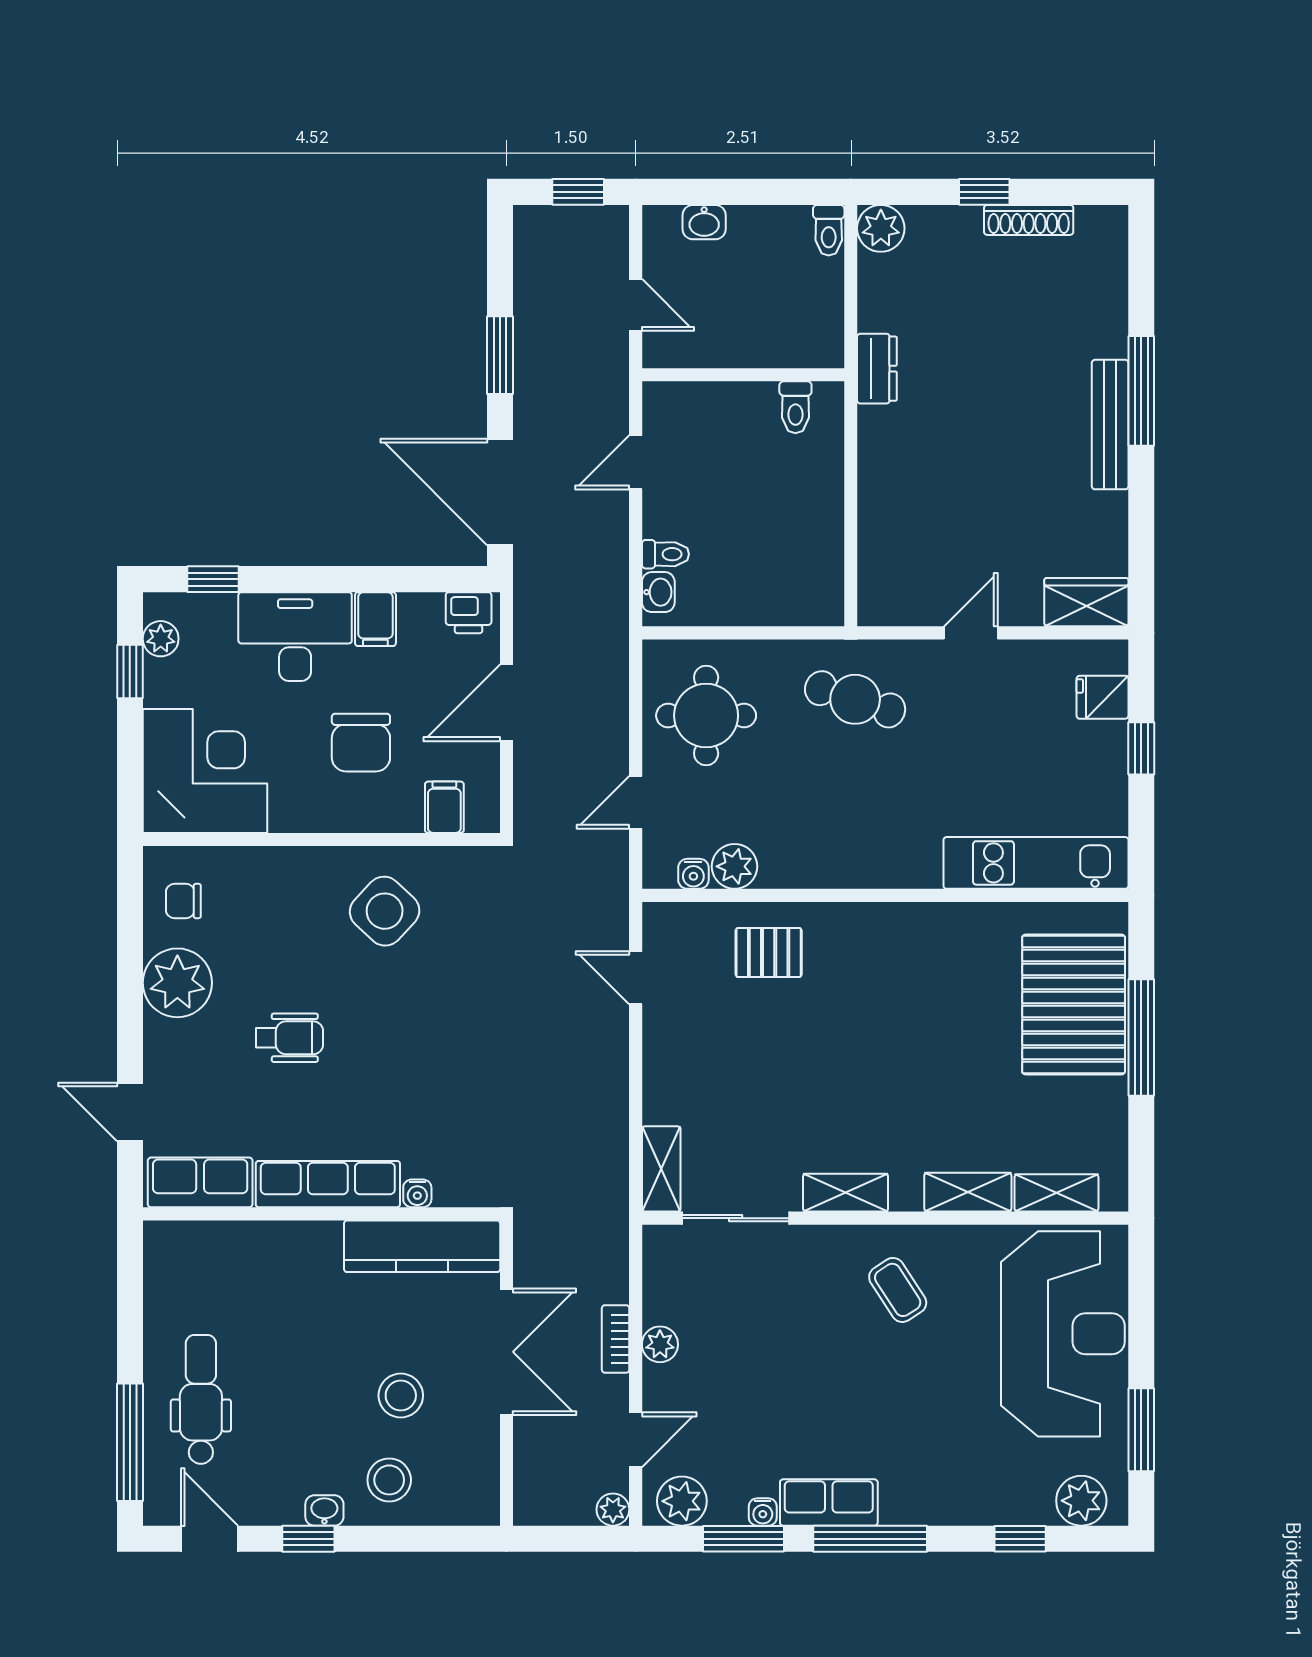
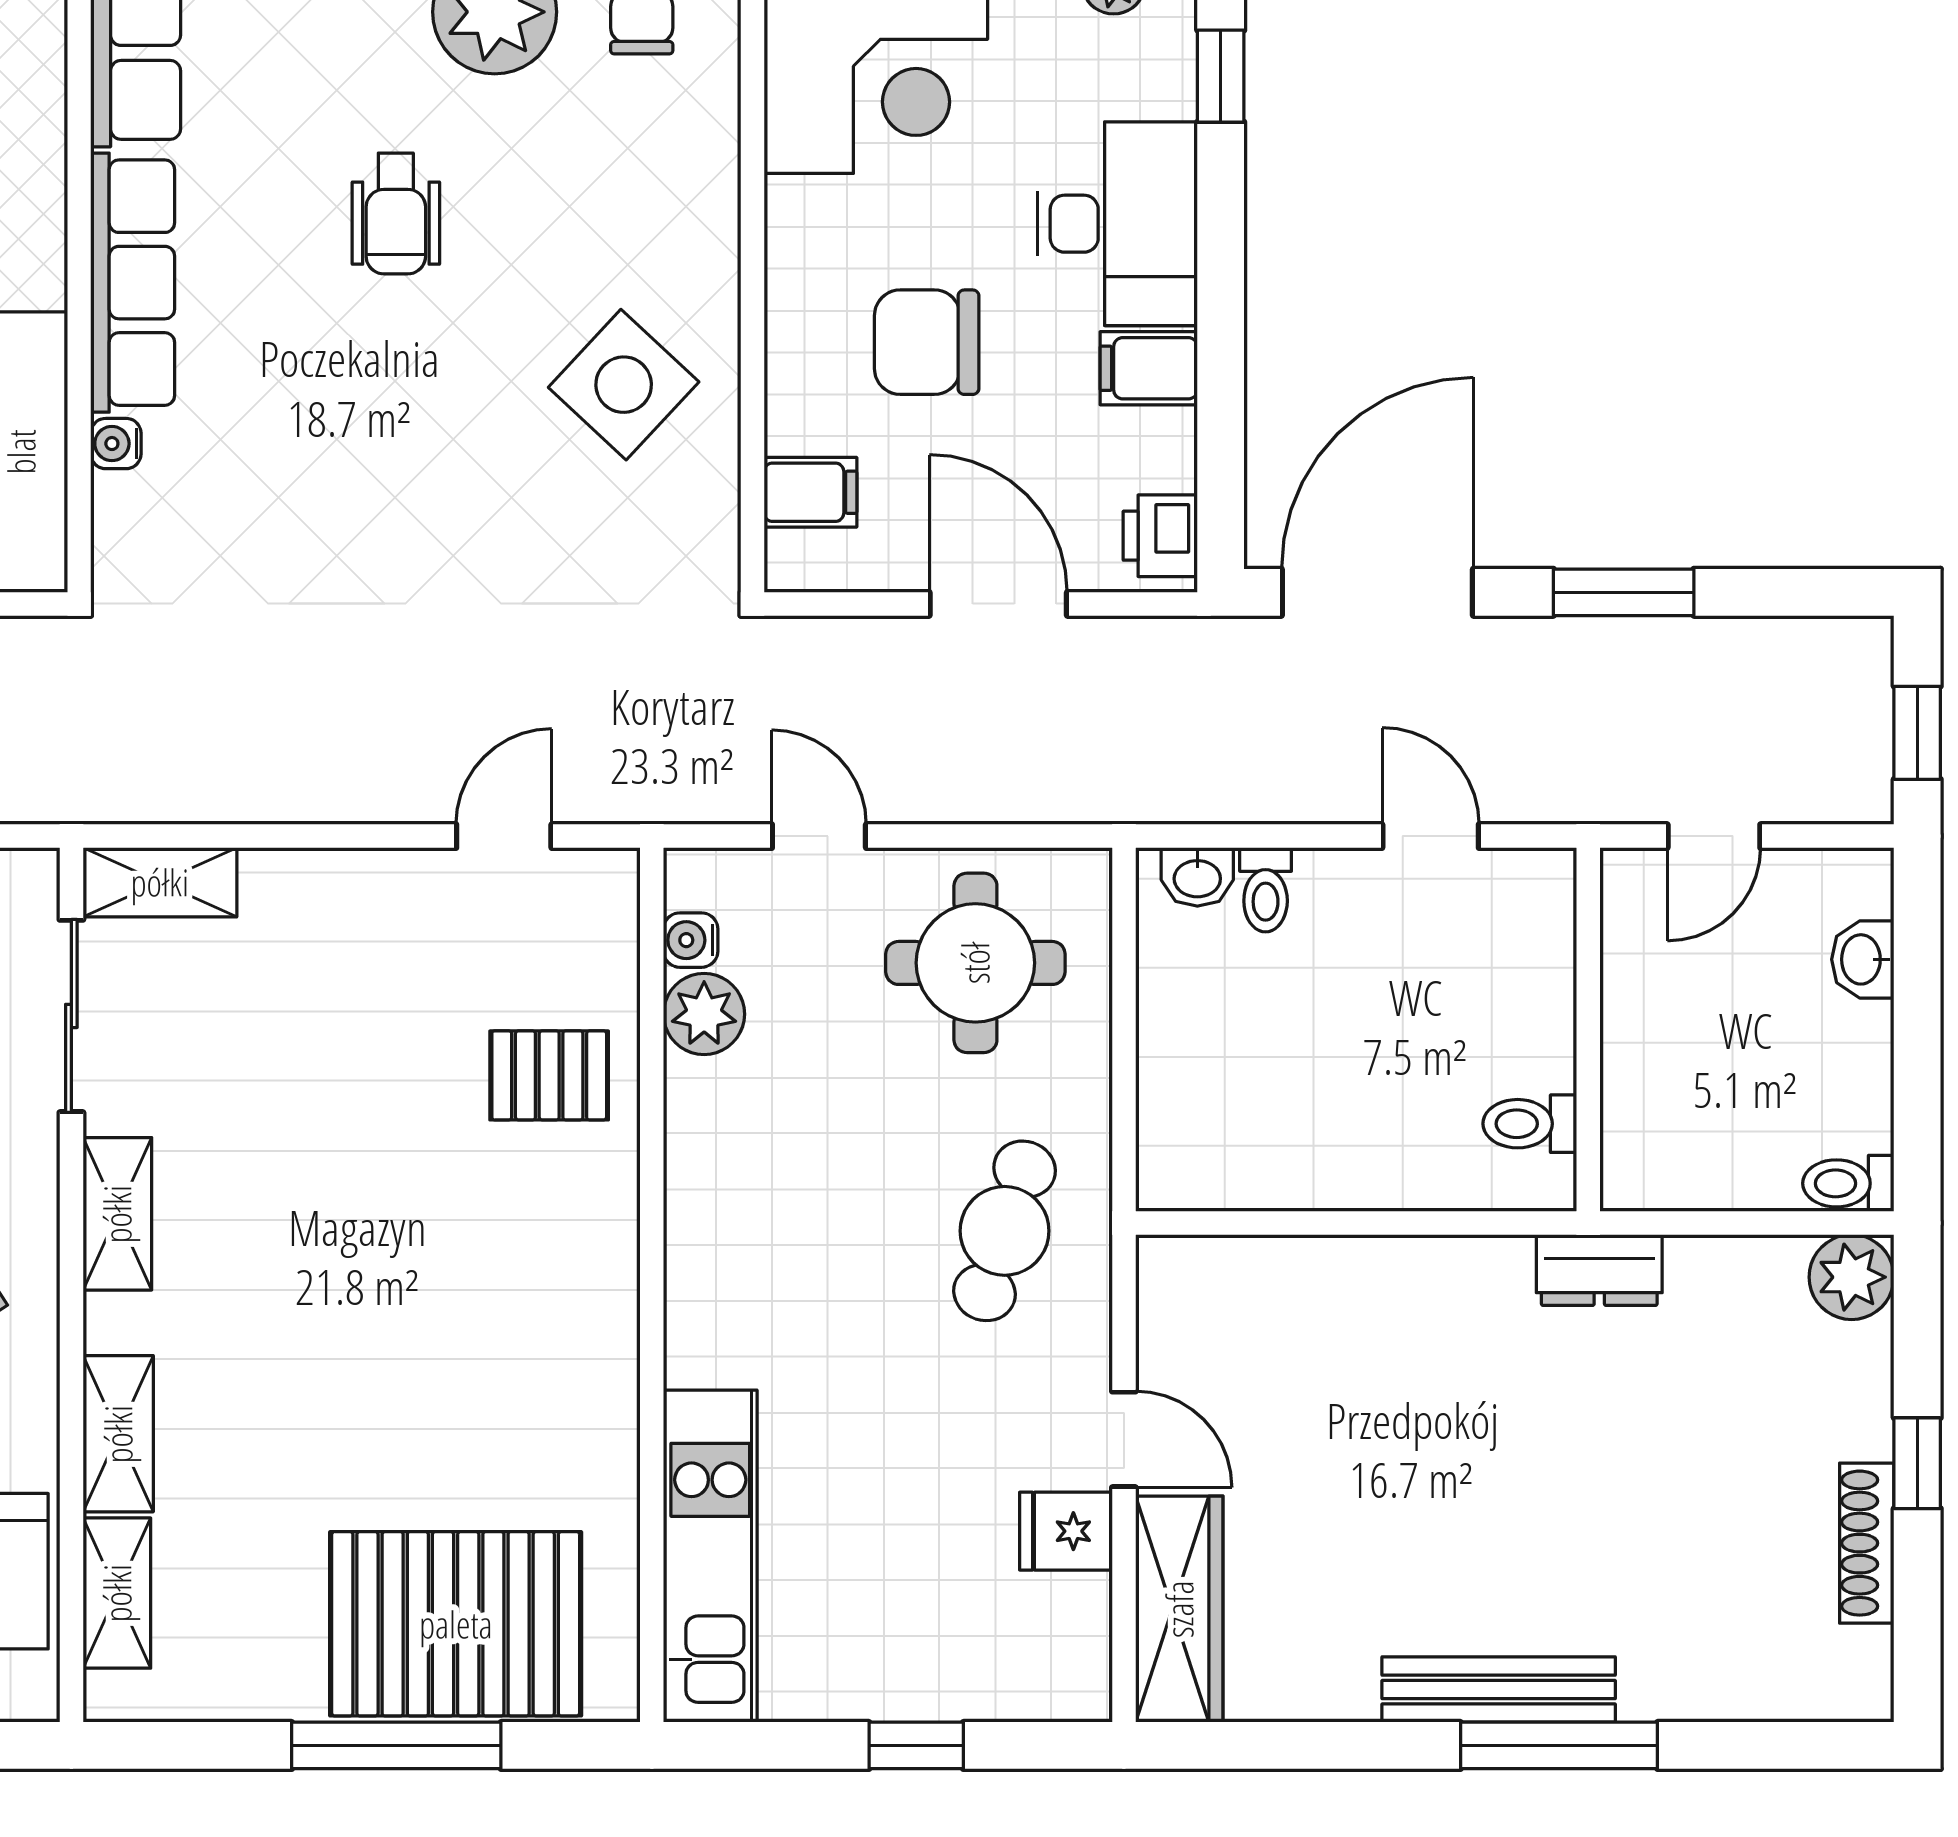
wardrobe: (1086, 602) -> (1179, 1609), width x1.50
fridge: (1102, 697) -> (1066, 1531), moved, turned -90
pallet: (769, 952) -> (549, 1075), turned 90

